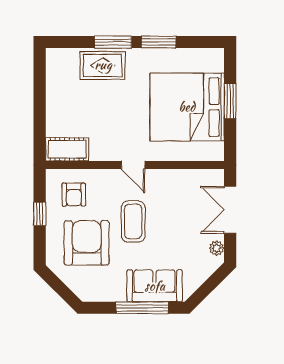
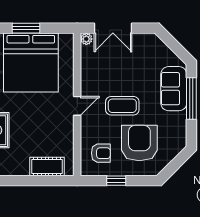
cot: (67, 149) -> (47, 166), moved, turned 90
armchair: (87, 243) -> (139, 143), turned 90
plant: (217, 248) -> (86, 39), moved

